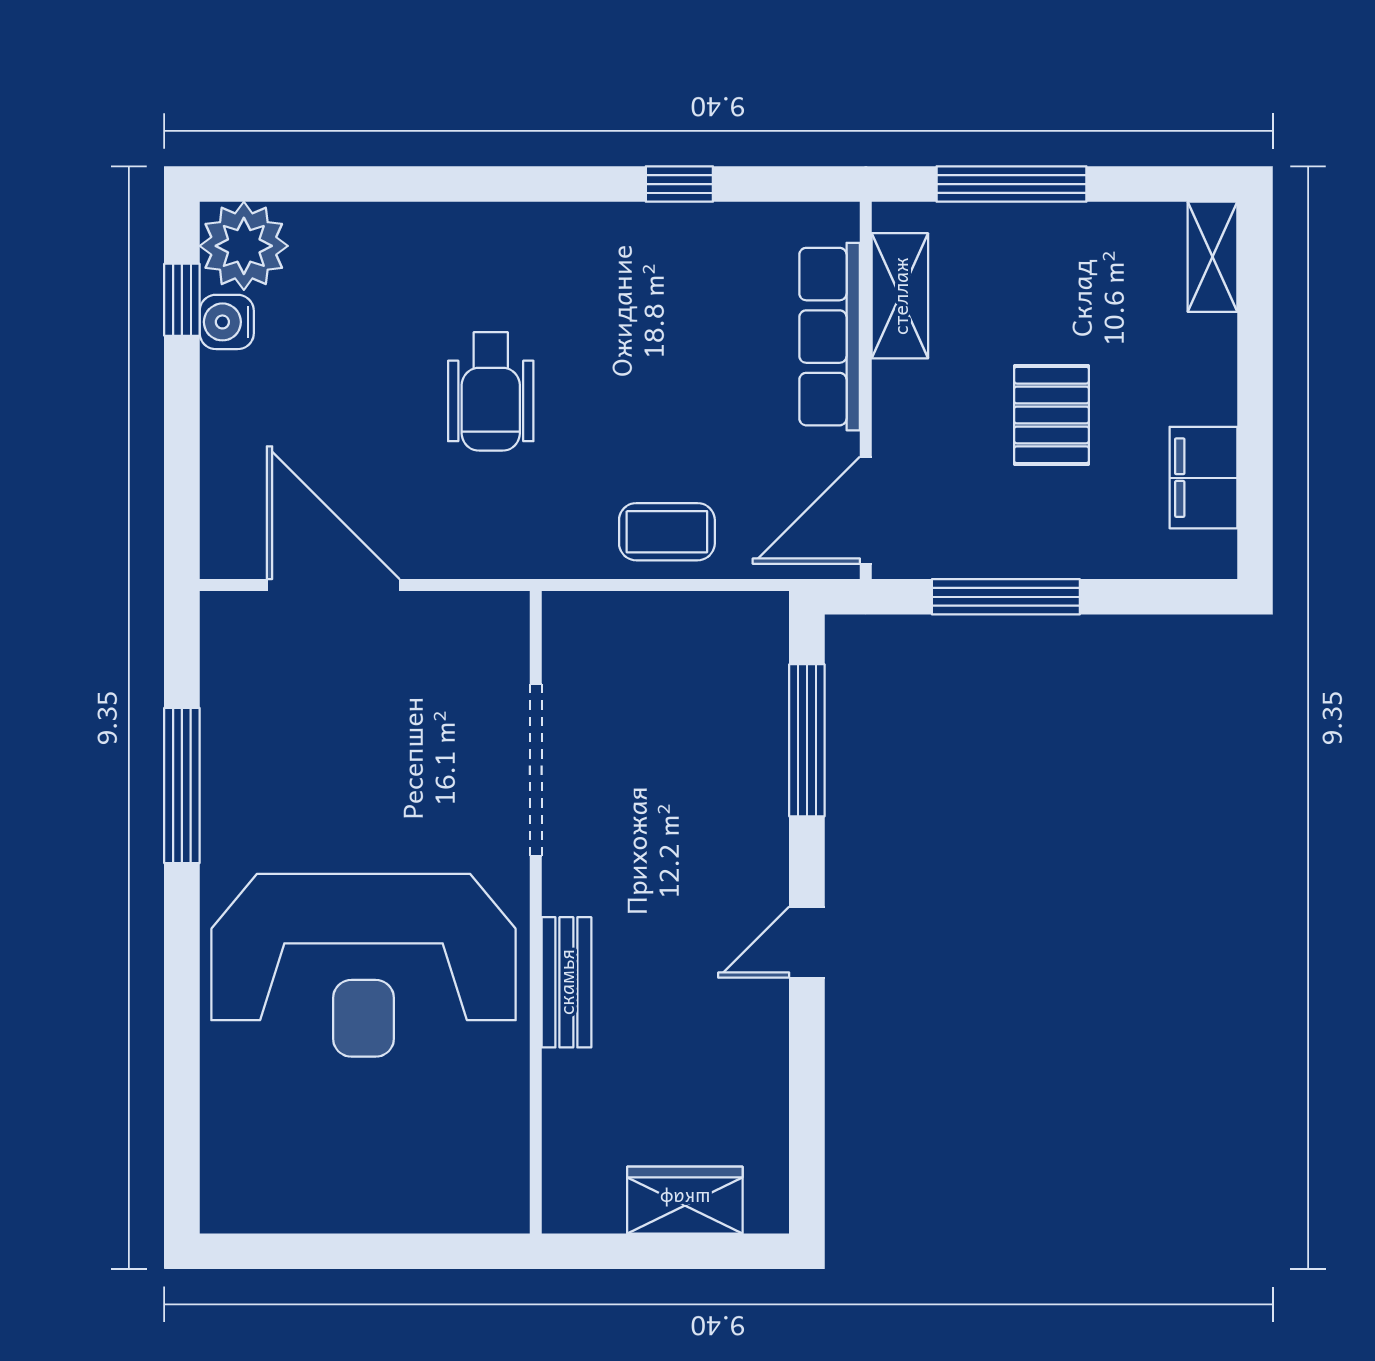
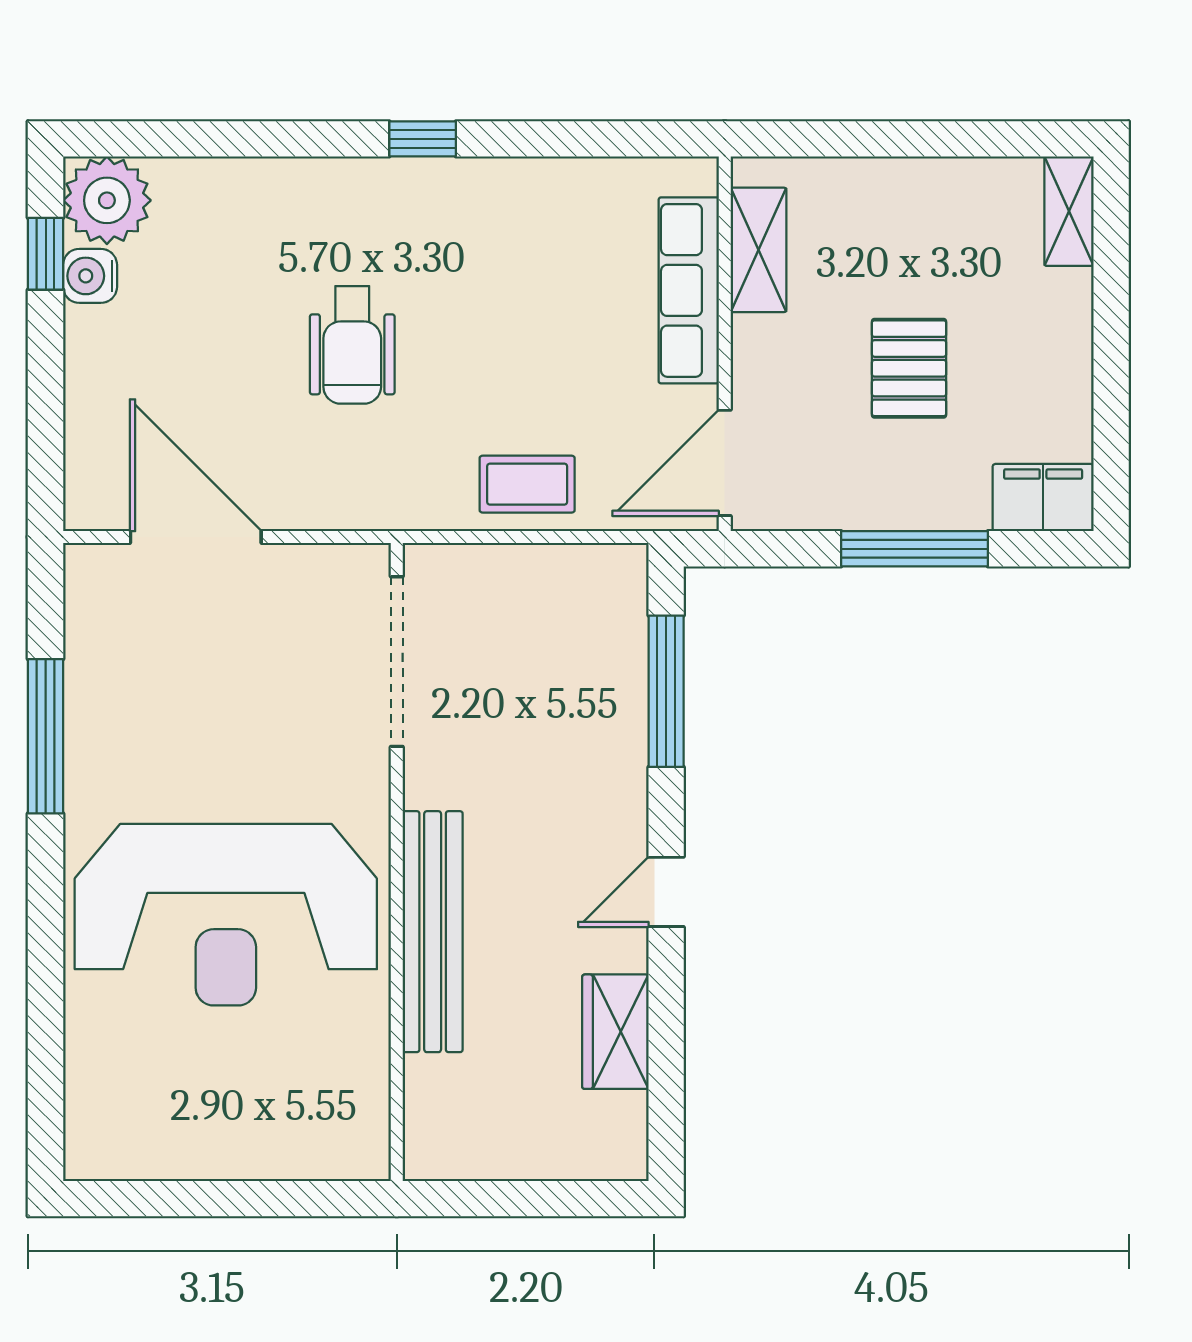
window: (679, 184) -> (423, 139), moved
window: (1012, 184) -> (869, 139), removed
filing cabinet: (1203, 478) -> (1043, 498), moved, turned 90
window: (1006, 597) -> (915, 549), moved
doorway: (536, 770) -> (397, 662), moved
bench: (566, 982) -> (433, 932), width x1.86, depth x1.21
wardrobe: (685, 1200) -> (615, 1032), moved, turned -90

